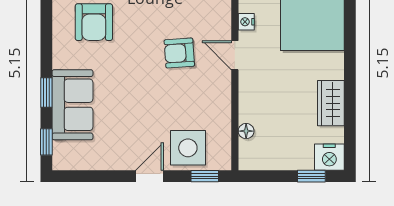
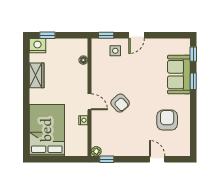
armchair: (179, 53) -> (120, 103), turned 52
side table: (188, 148) -> (115, 51), width x0.54, depth x0.54

